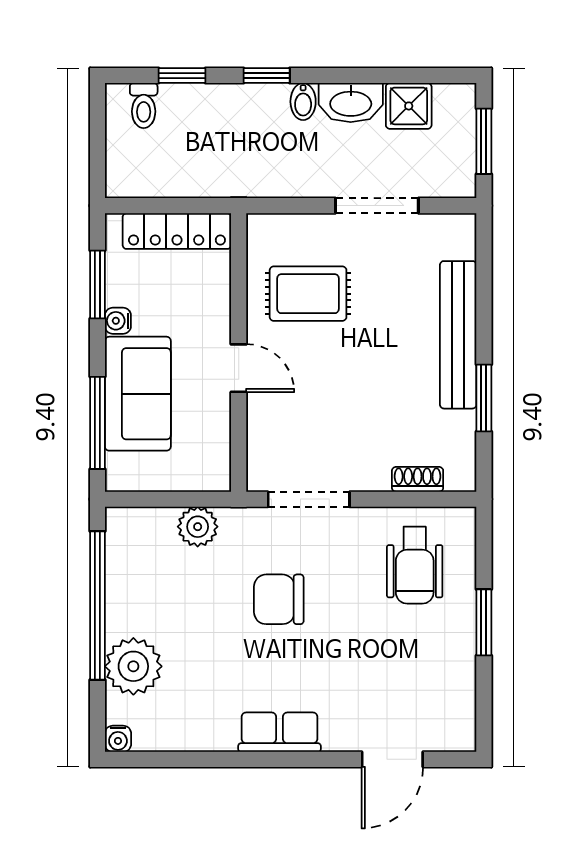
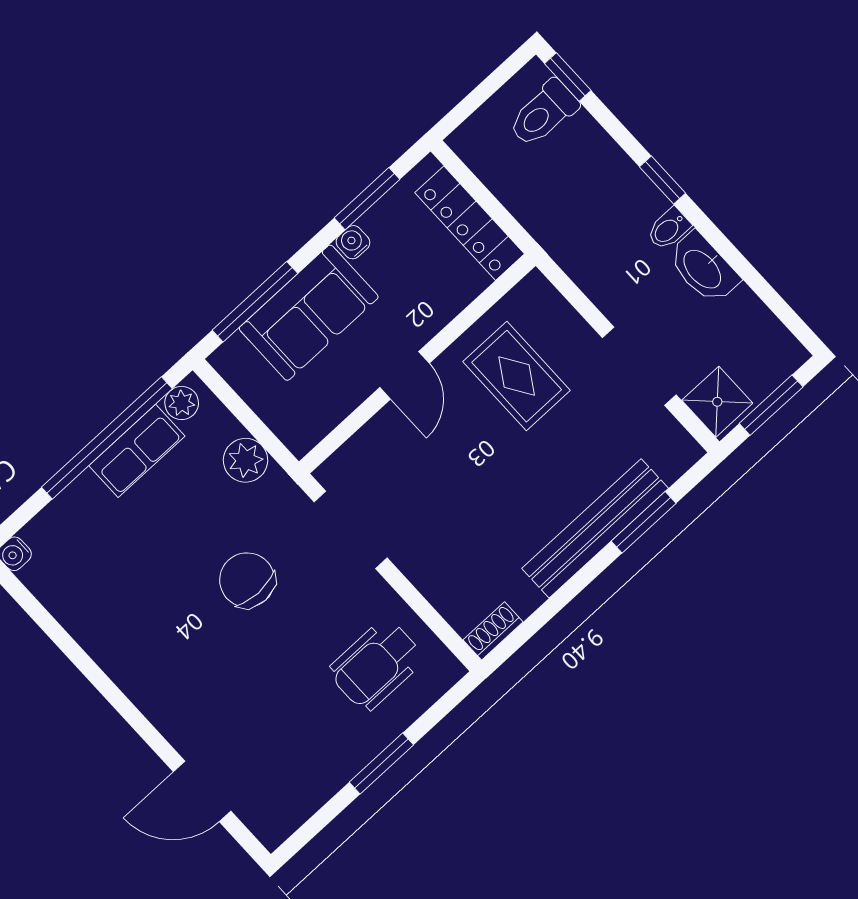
window: (182, 76) -> (568, 77), moved
toilet: (144, 106) -> (543, 113), width x1.37, depth x1.39
shower: (409, 106) -> (717, 402), moved
window: (484, 398) -> (644, 522), moved
shoe rack: (418, 479) -> (493, 631), moved, turned -90
plant: (133, 666) -> (182, 403), moved, width x0.53, depth x0.53
row of seats: (279, 732) -> (137, 451), moved, turned 90

